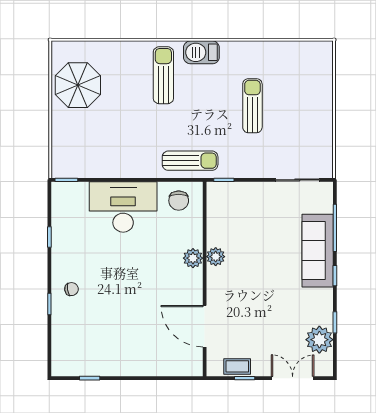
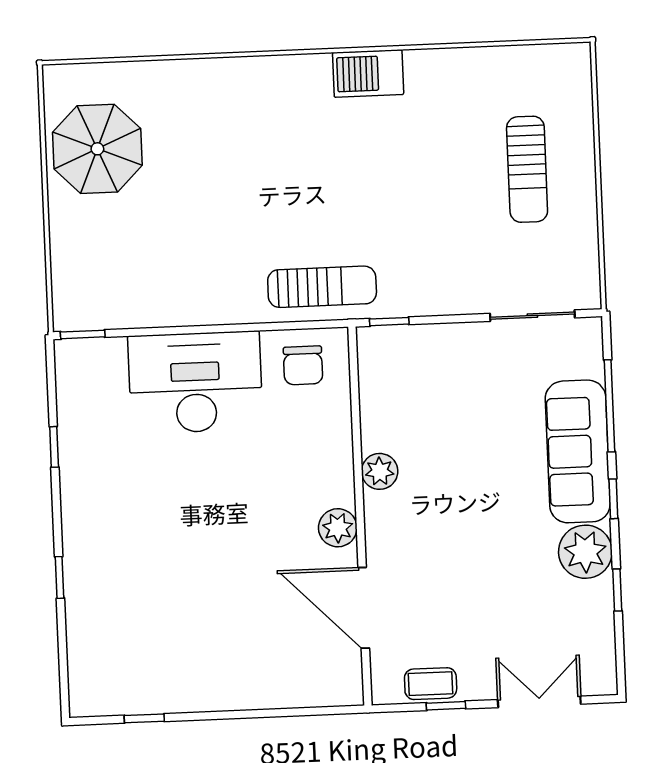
barbecue: (201, 52) -> (368, 74), moved
sun lounger: (163, 75) -> (263, 123), removed
sun lounger: (252, 106) -> (527, 169), moved, turned 180
plant: (193, 258) -> (338, 528), moved
chair: (72, 289) -> (102, 546), removed
plant: (319, 340) -> (585, 552), moved

